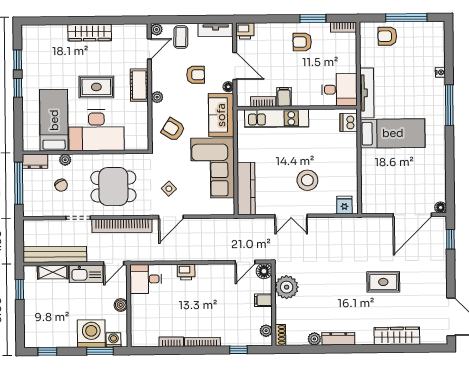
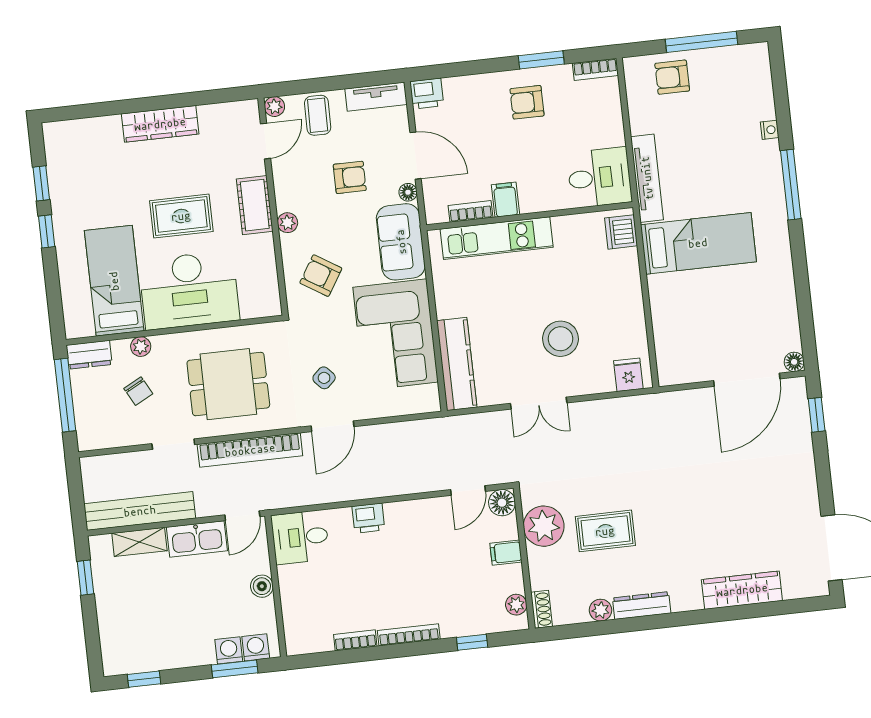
rug: (383, 282) -> (605, 531), moved
washing machine: (91, 334) -> (229, 650), width x0.53, depth x0.53

